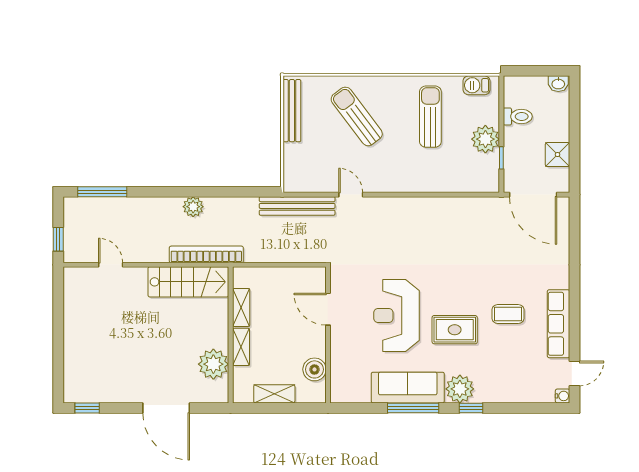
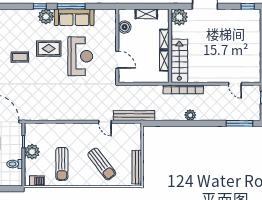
stairs: (188, 282) -> (179, 61), moved, turned 90
plant: (213, 364) -> (179, 17), moved

